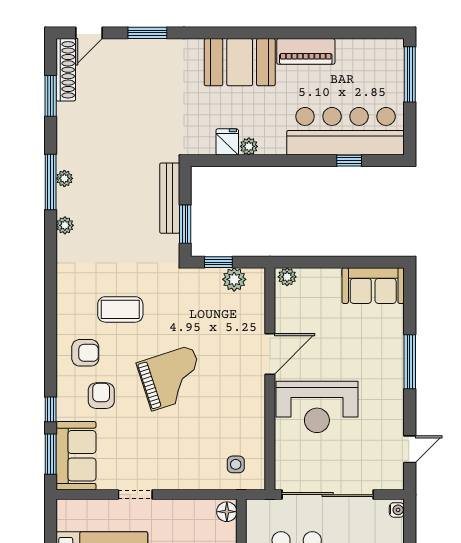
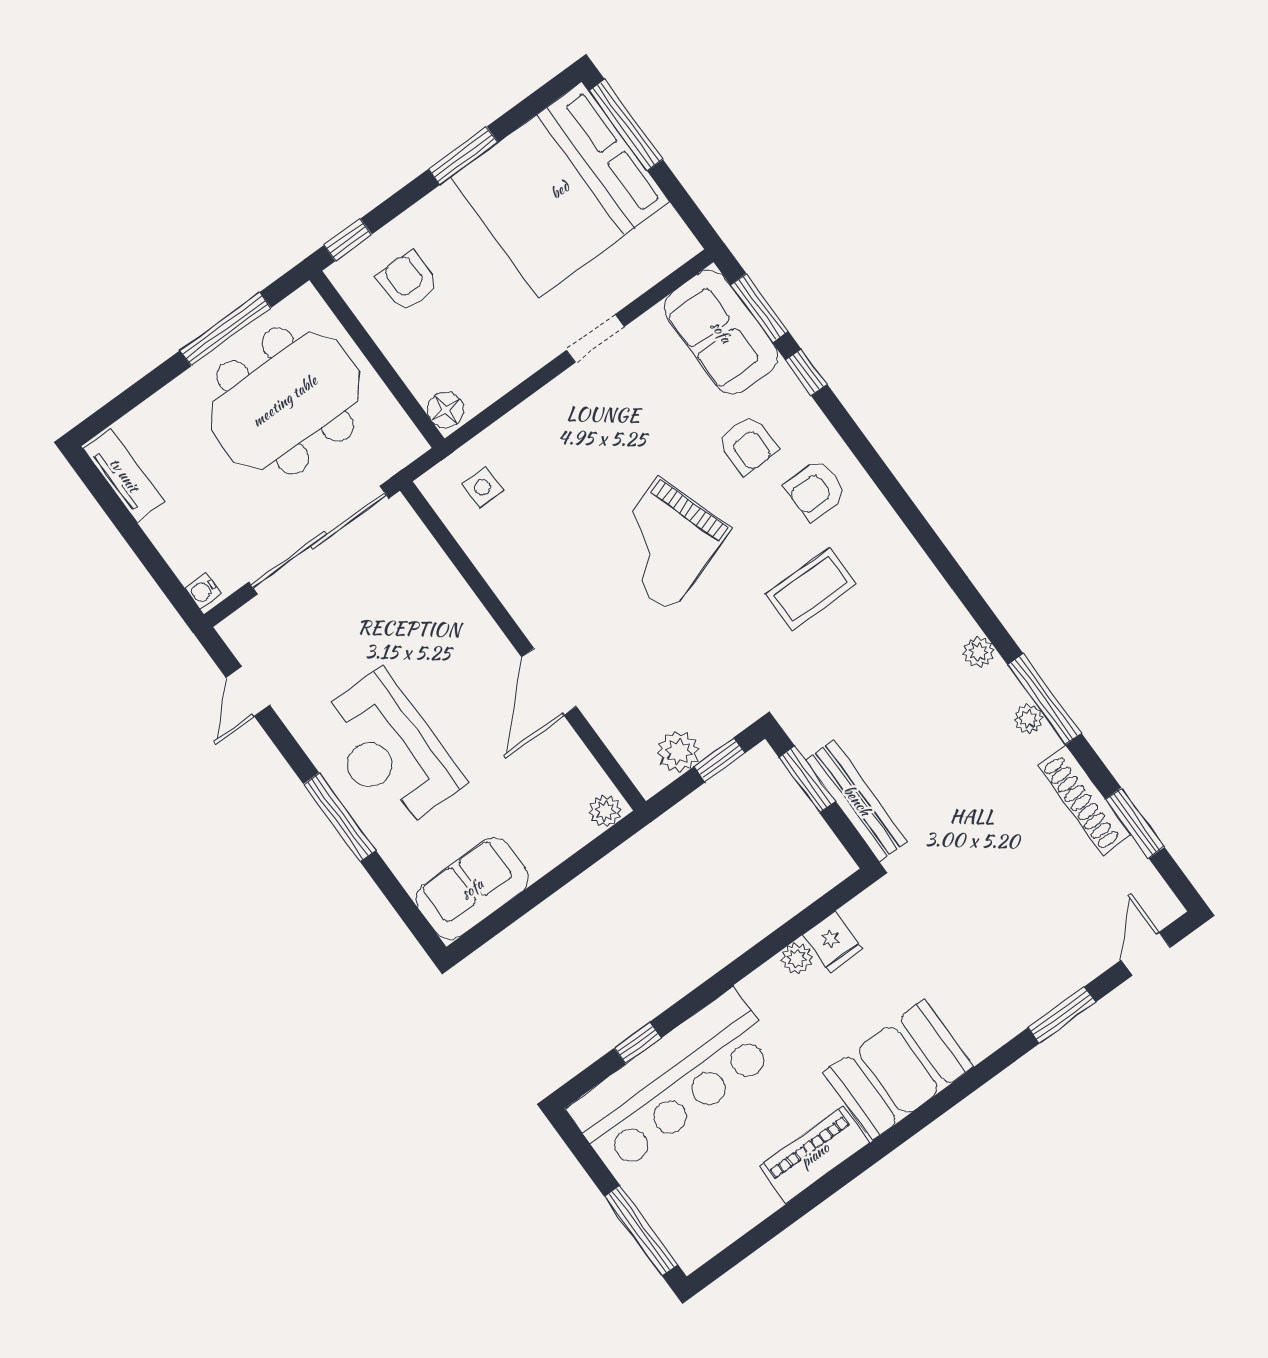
shoe rack: (66, 70) -> (1085, 800), moved
reception desk: (317, 407) -> (389, 751), moved, turned -90

